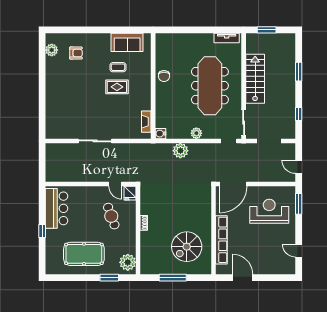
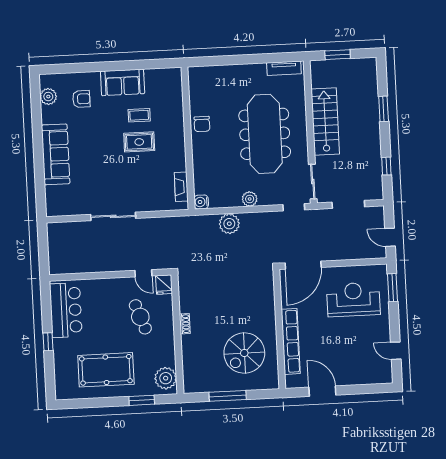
sofa: (127, 42) -> (123, 82), moved
sofa: (55, 93) -> (56, 154), added

